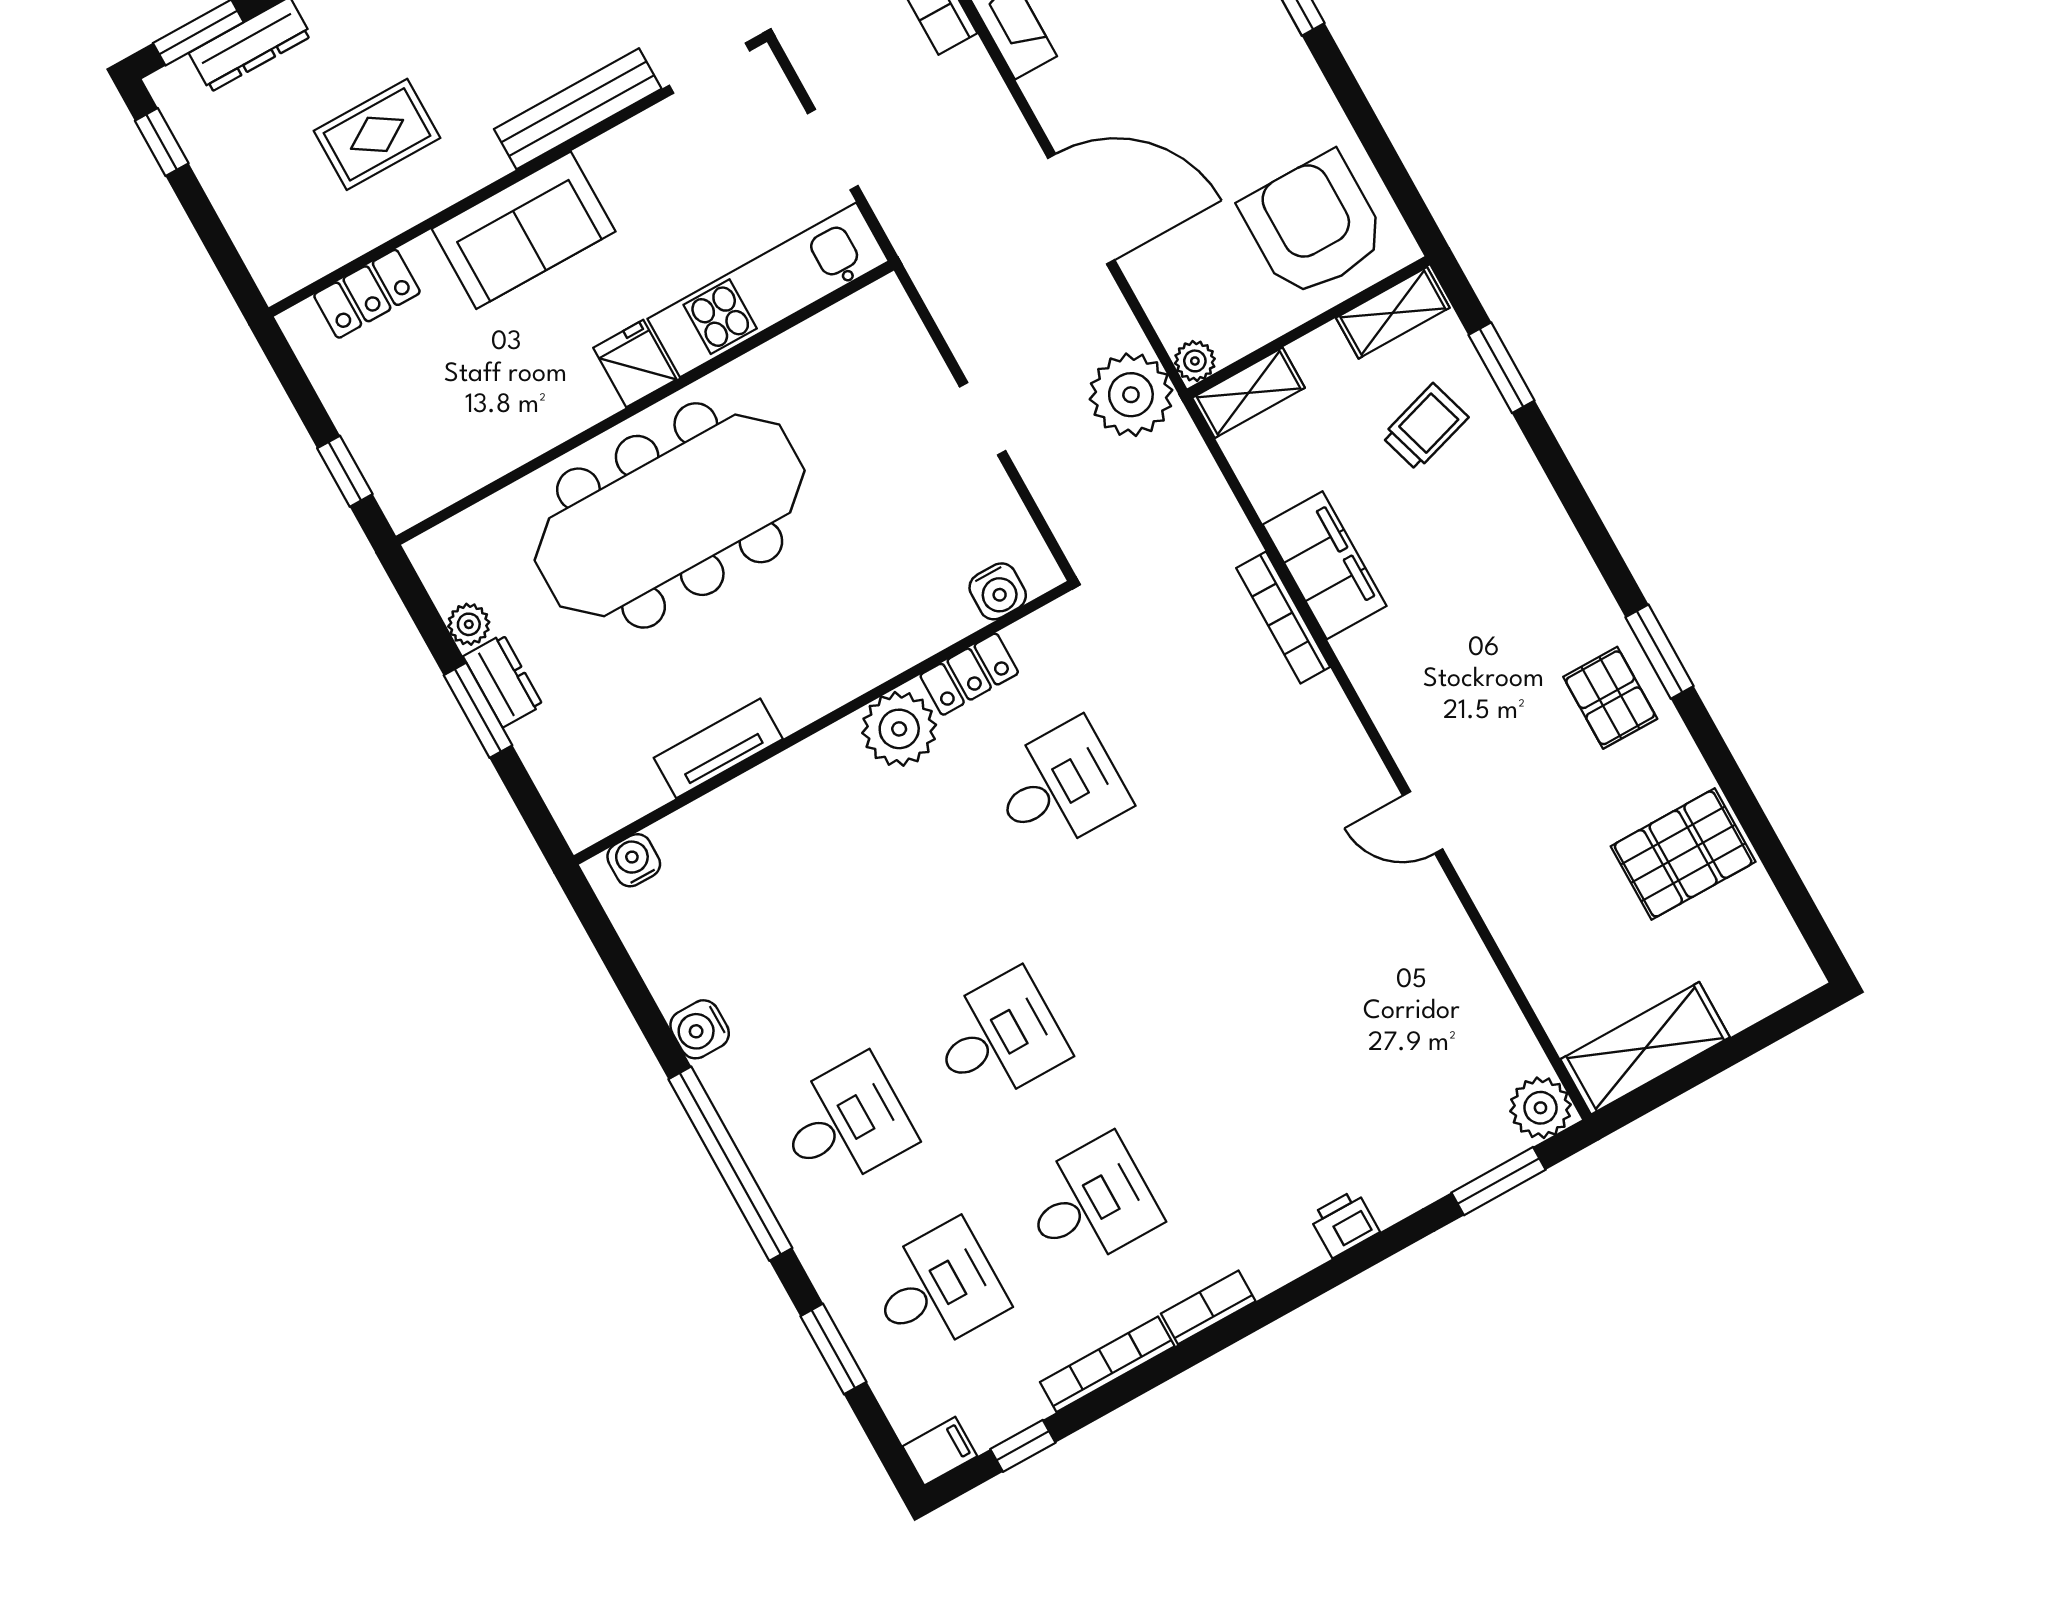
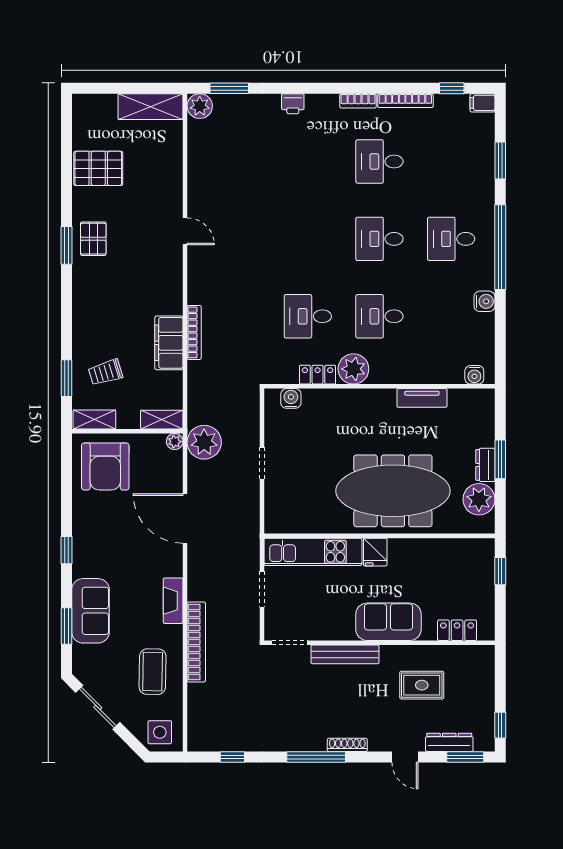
plant: (469, 624) -> (479, 499), width x1.87, depth x1.87
desk: (937, 1289) -> (379, 316), moved

